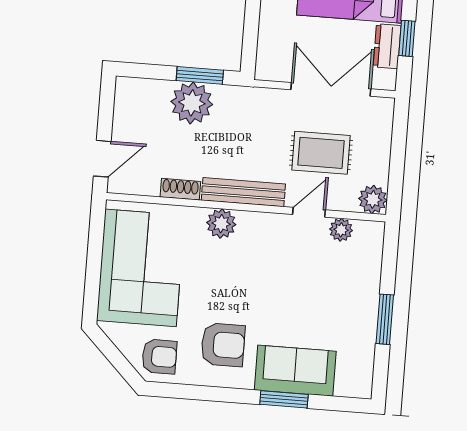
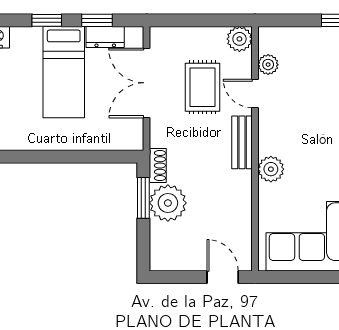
shoe rack: (180, 189) -> (158, 166), moved, turned 180
bench: (243, 192) -> (242, 142), width x0.73

